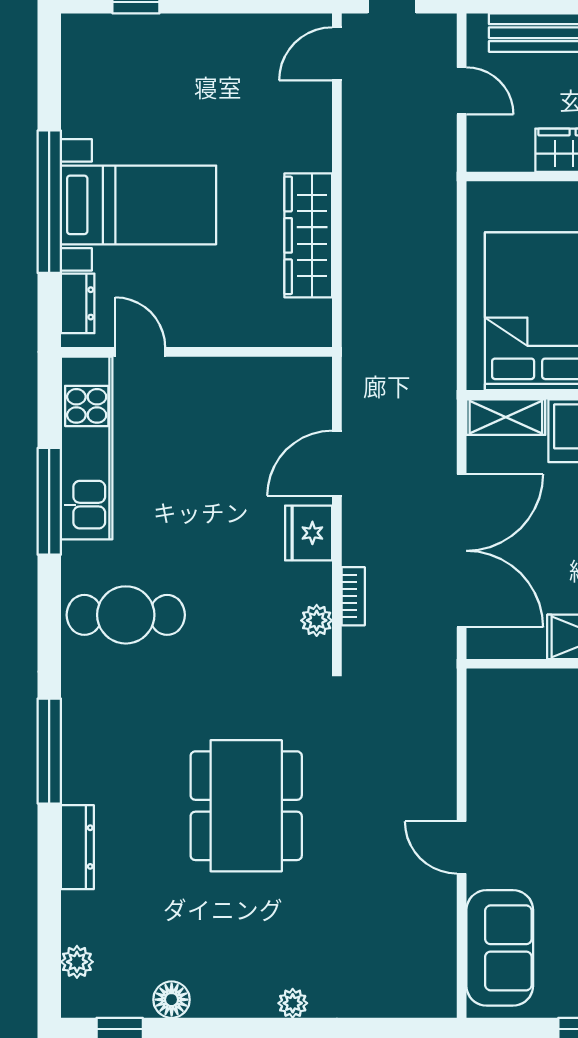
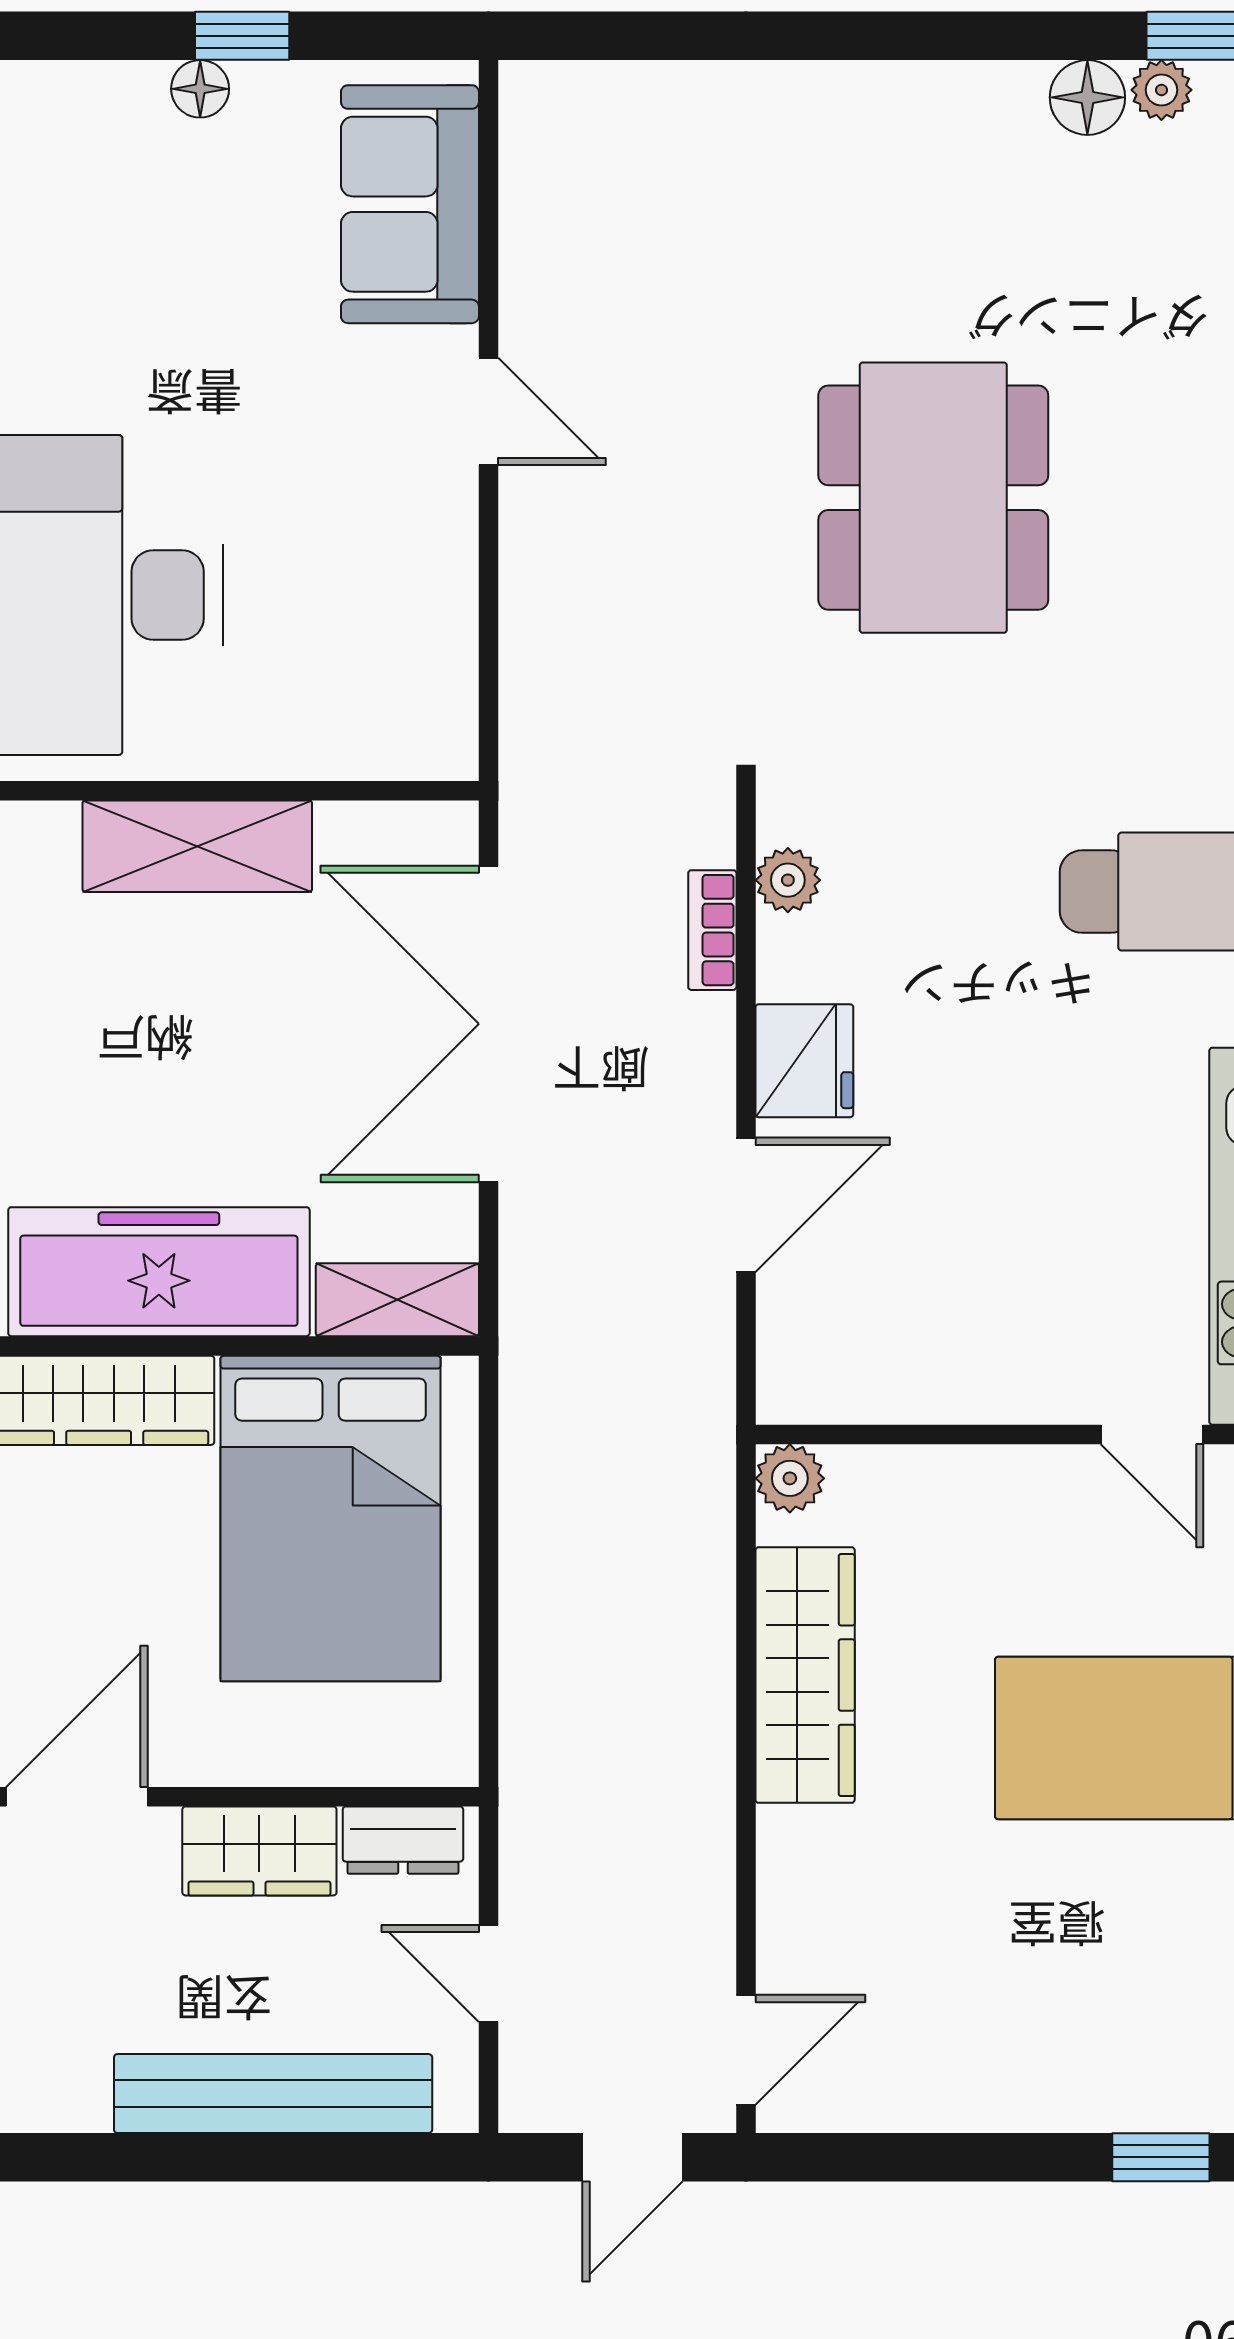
dresser: (503, 155) -> (403, 1840), added
plant: (316, 331) -> (790, 1478), added
plant: (293, 1003) -> (1161, 90), moved

